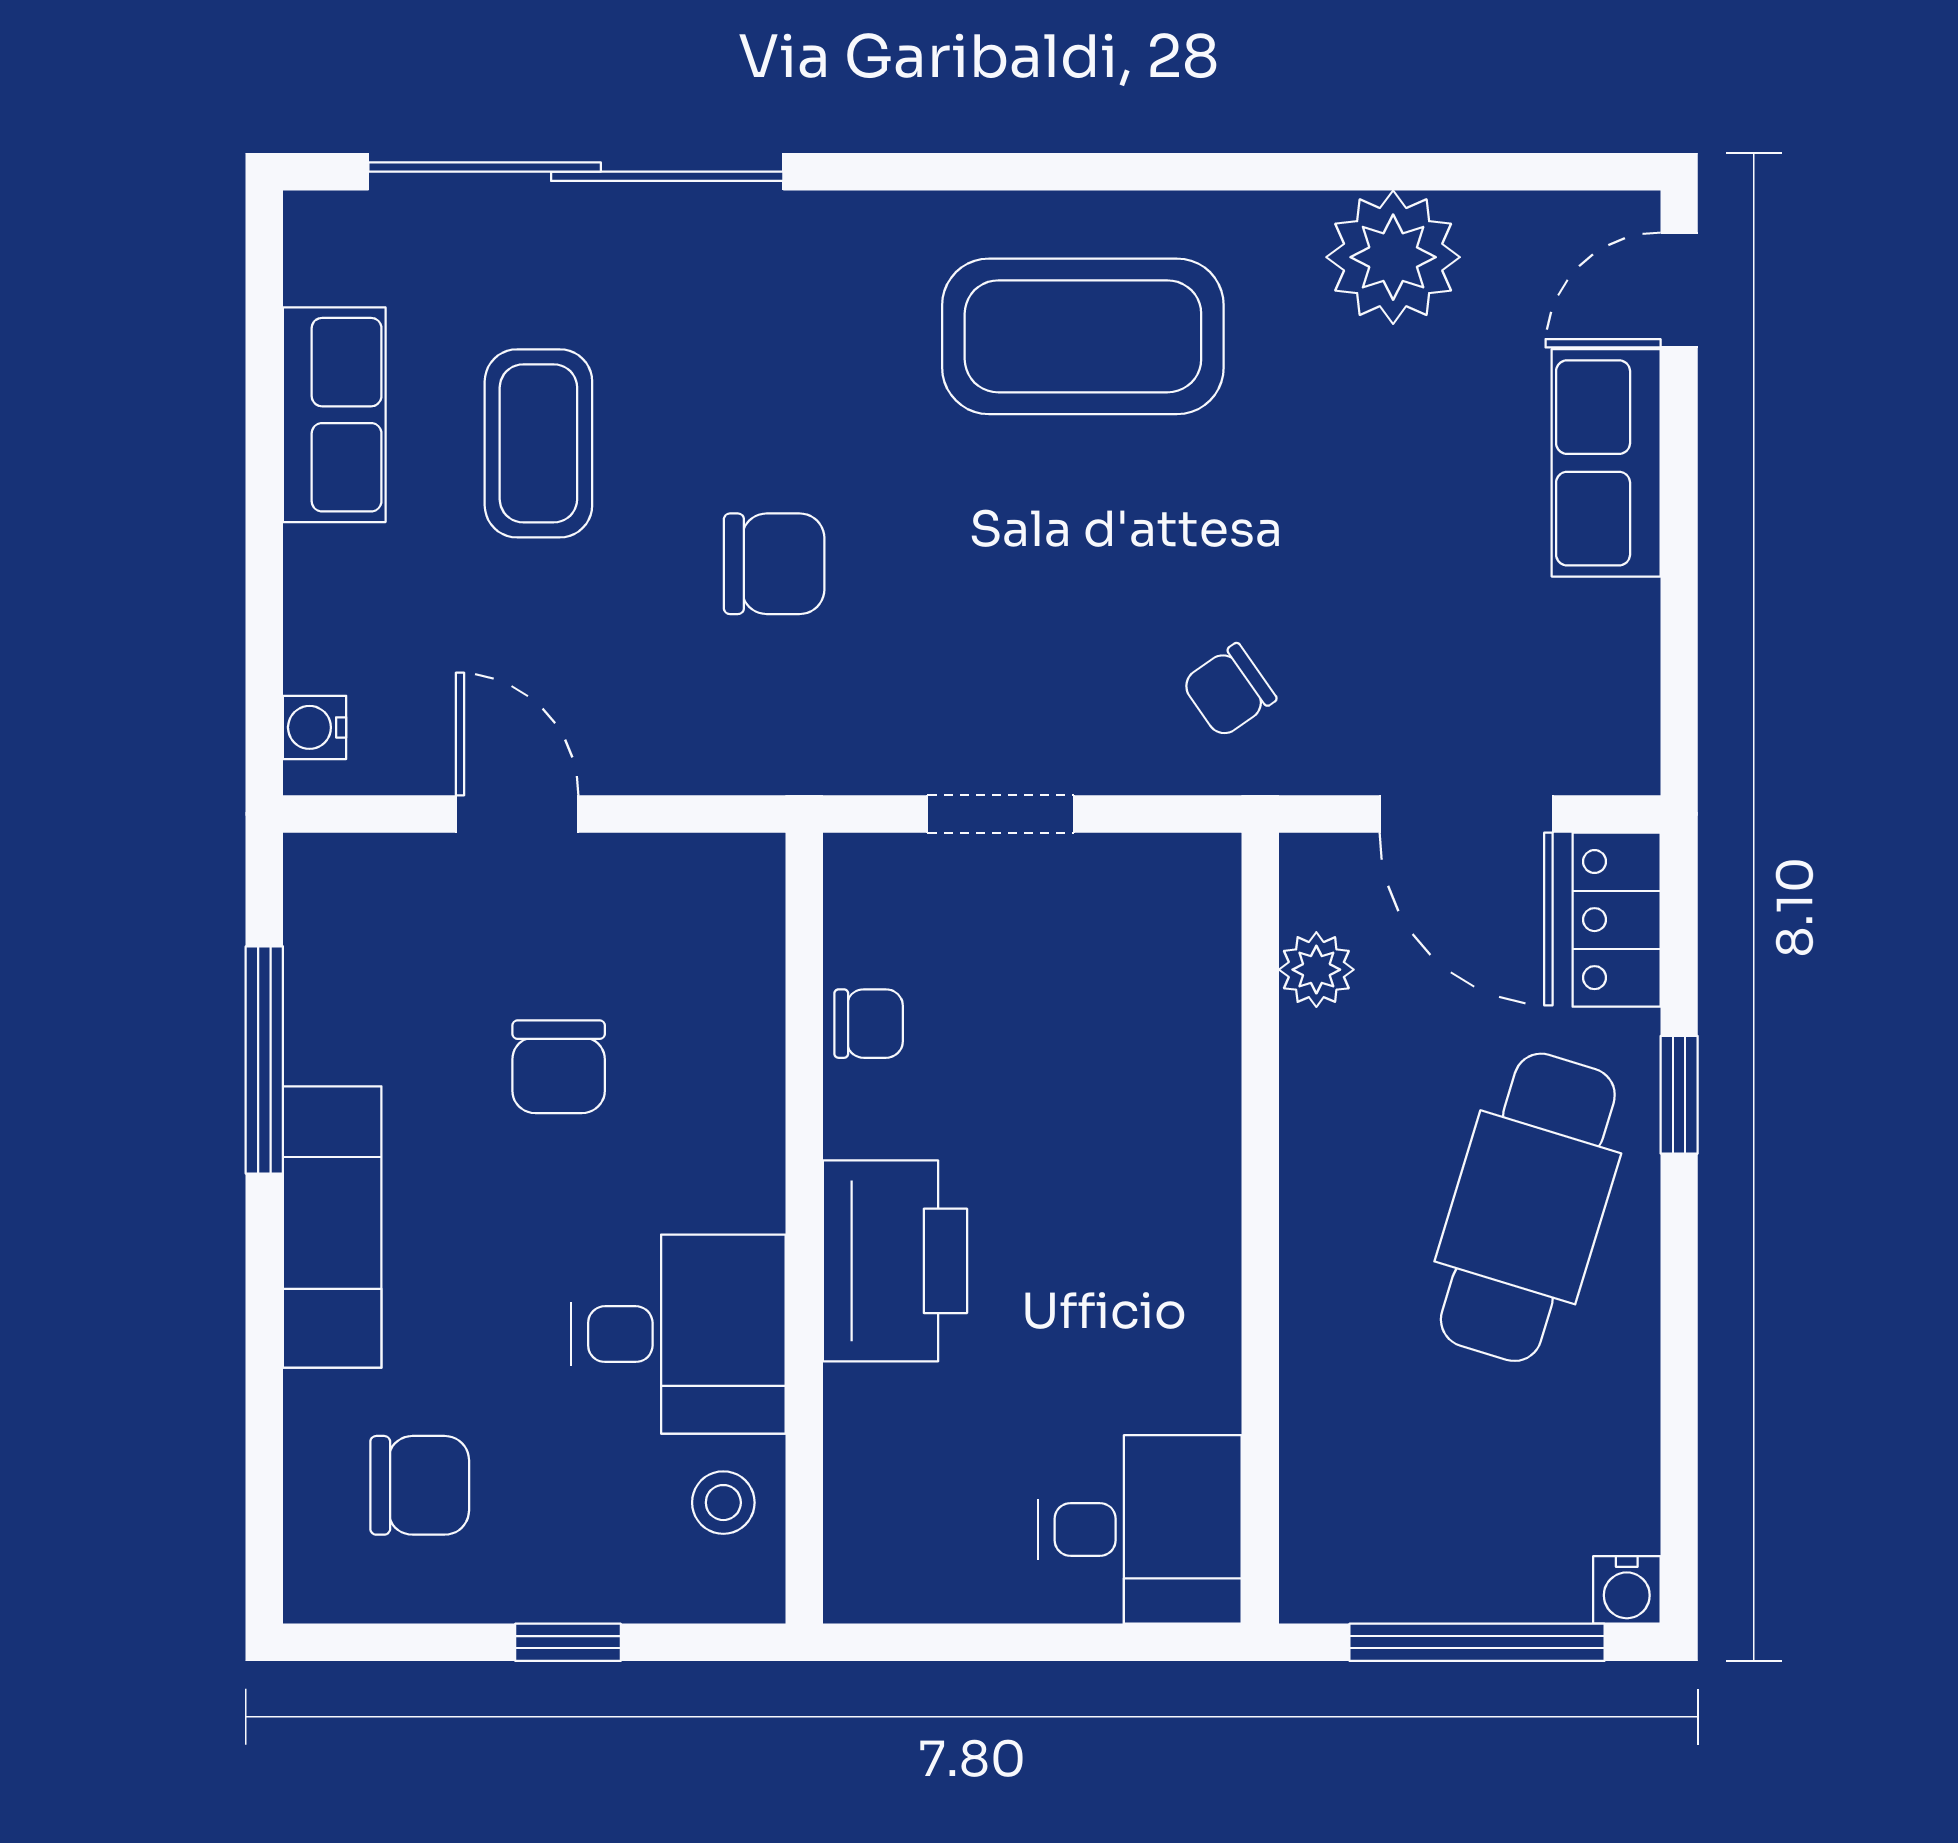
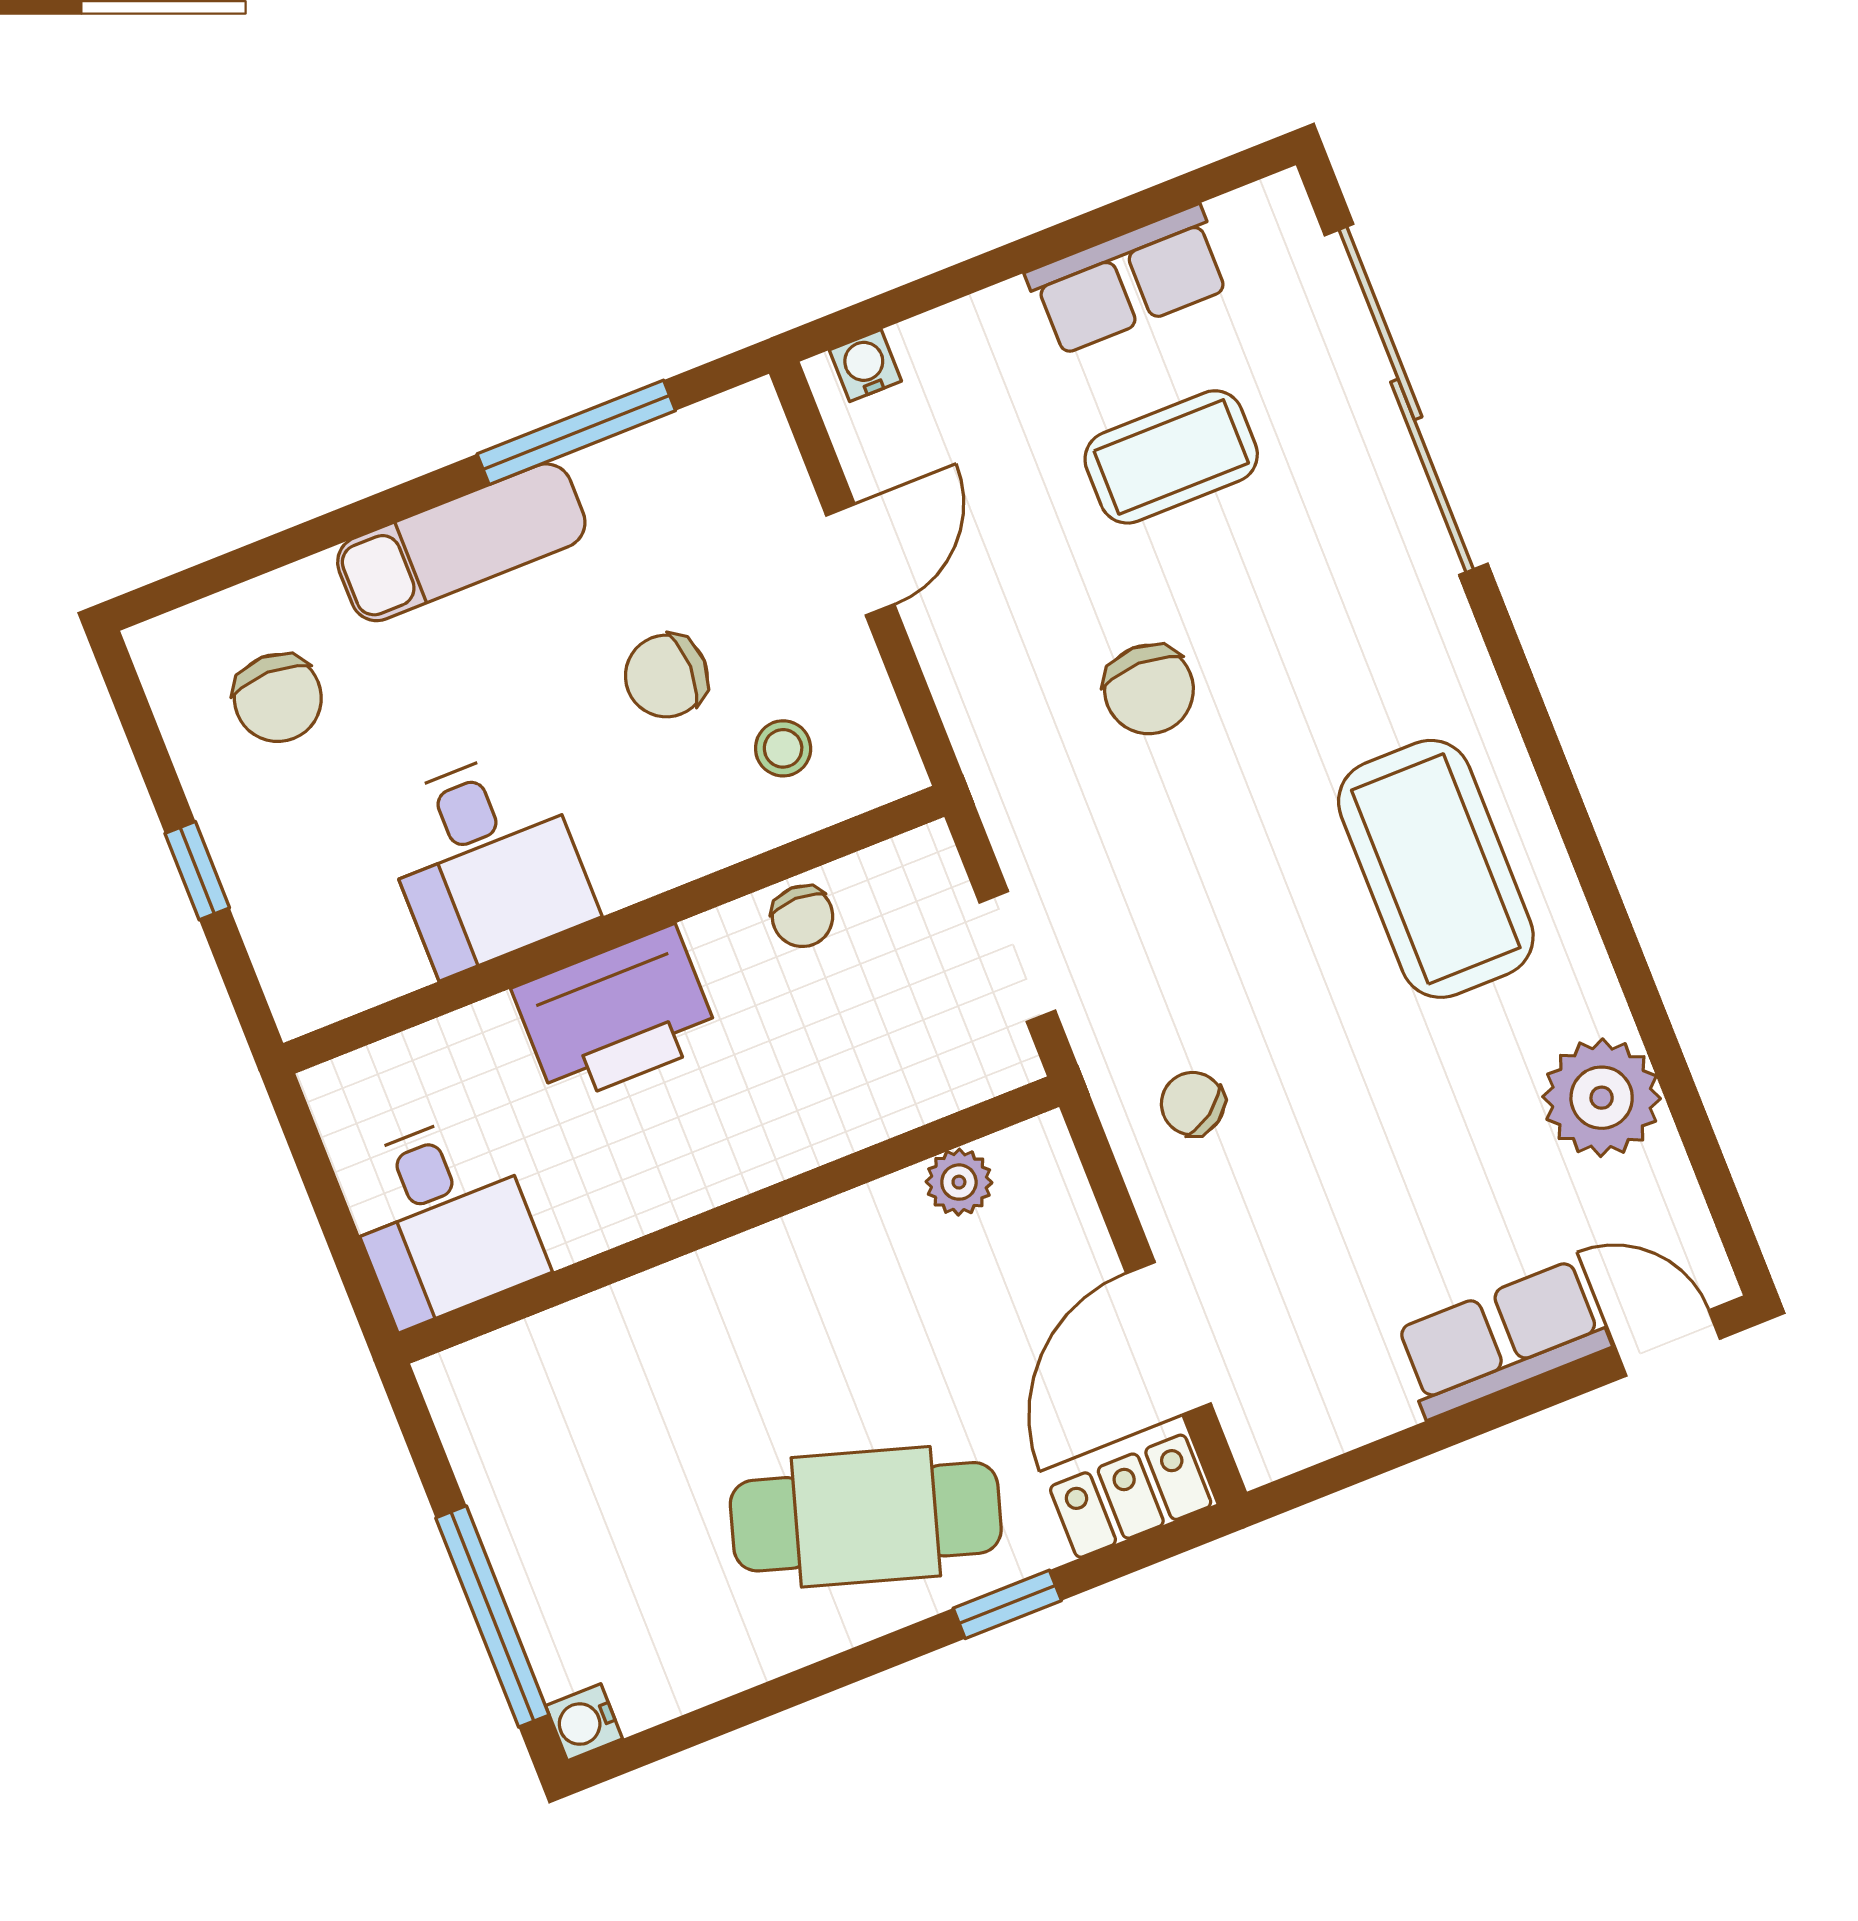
plant: (1316, 970) -> (959, 1182), moved
wall: (1260, 1228) -> (729, 1220), moved
stool: (723, 1503) -> (783, 748), moved
desk: (1140, 1529) -> (442, 1219), moved

